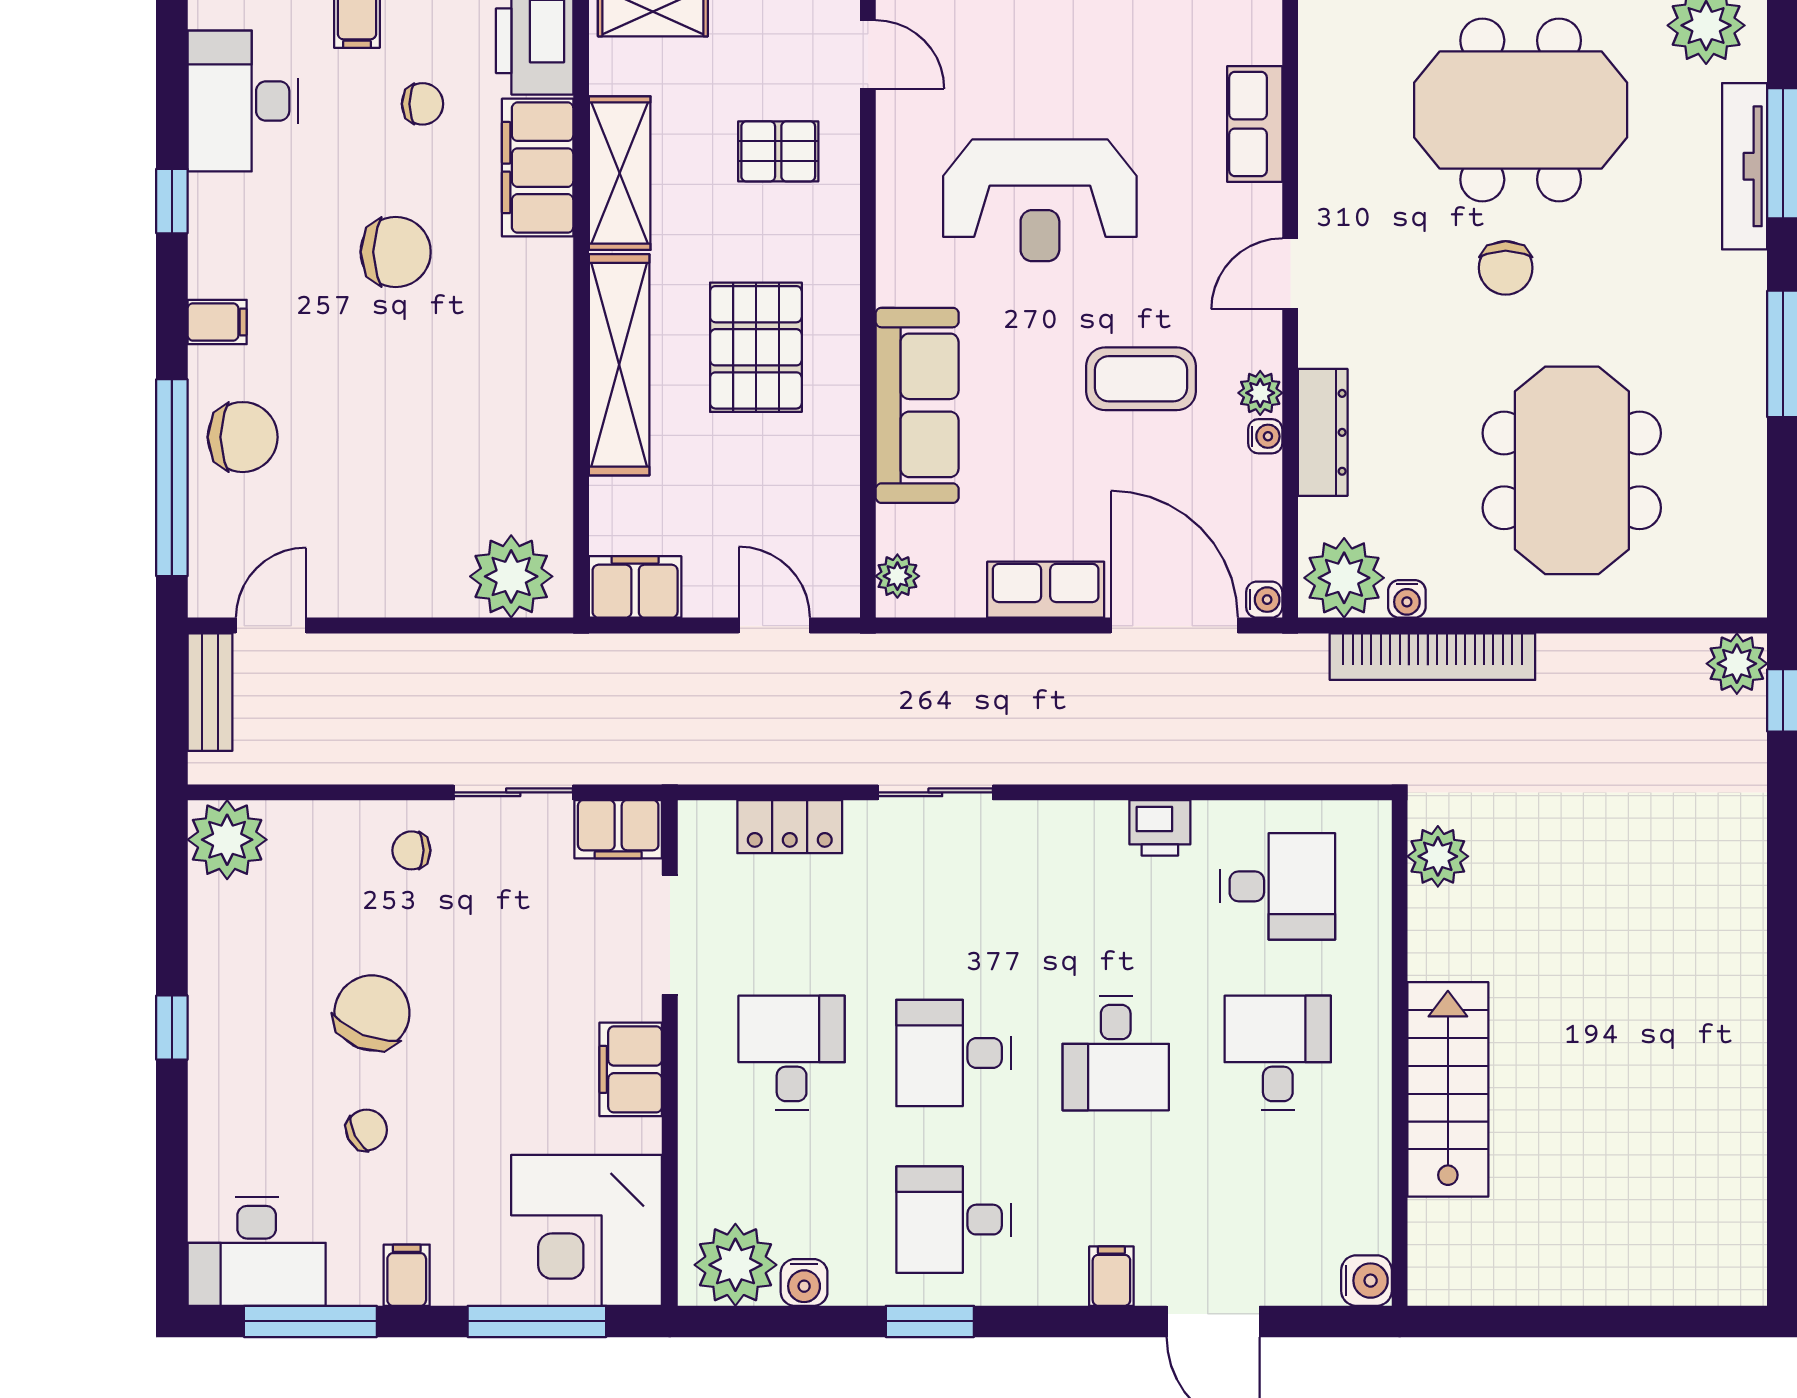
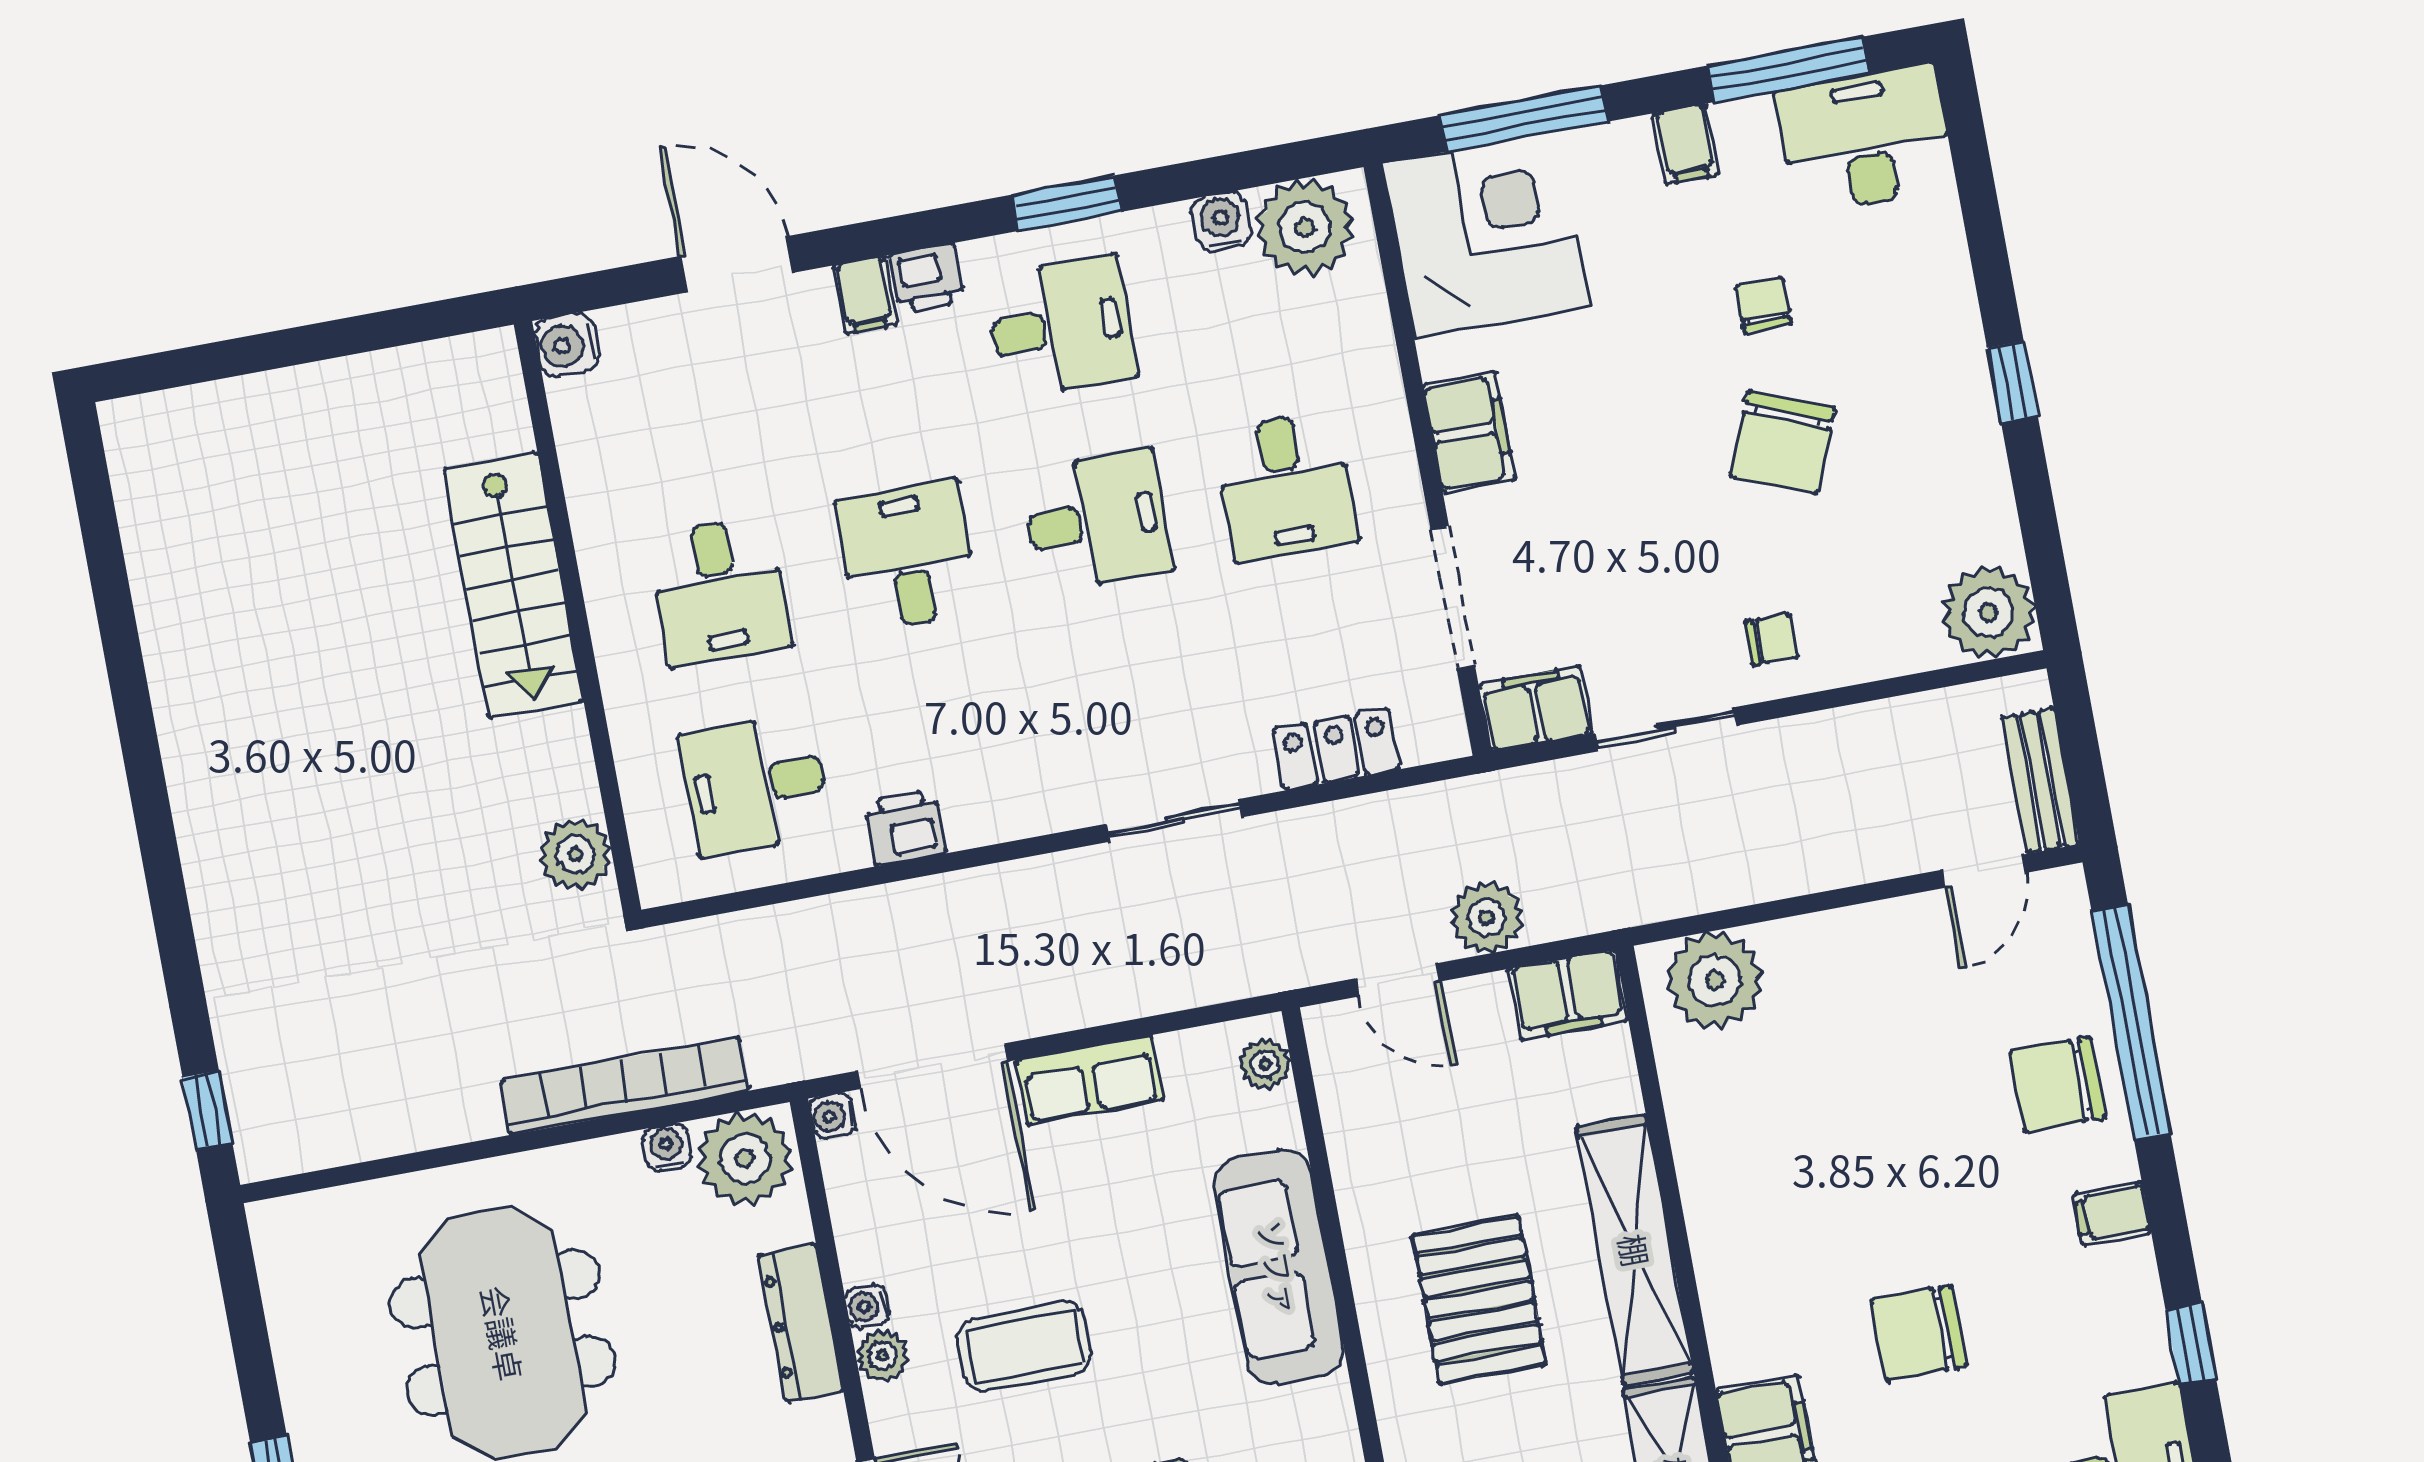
plant: (1737, 664) -> (1486, 918), moved
chair: (367, 1130) -> (1764, 305), turned 117
printer: (1057, 1281) -> (927, 278), added

